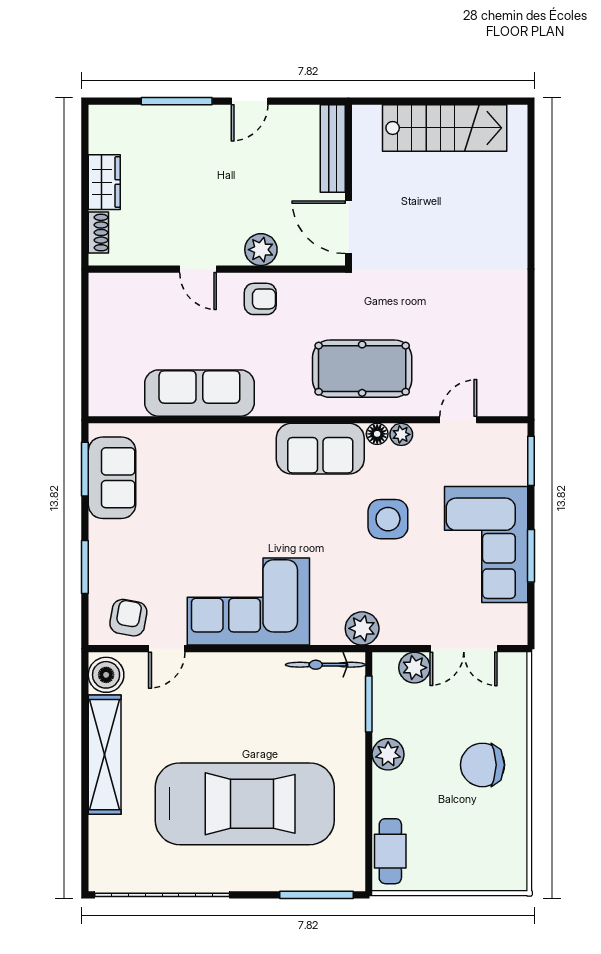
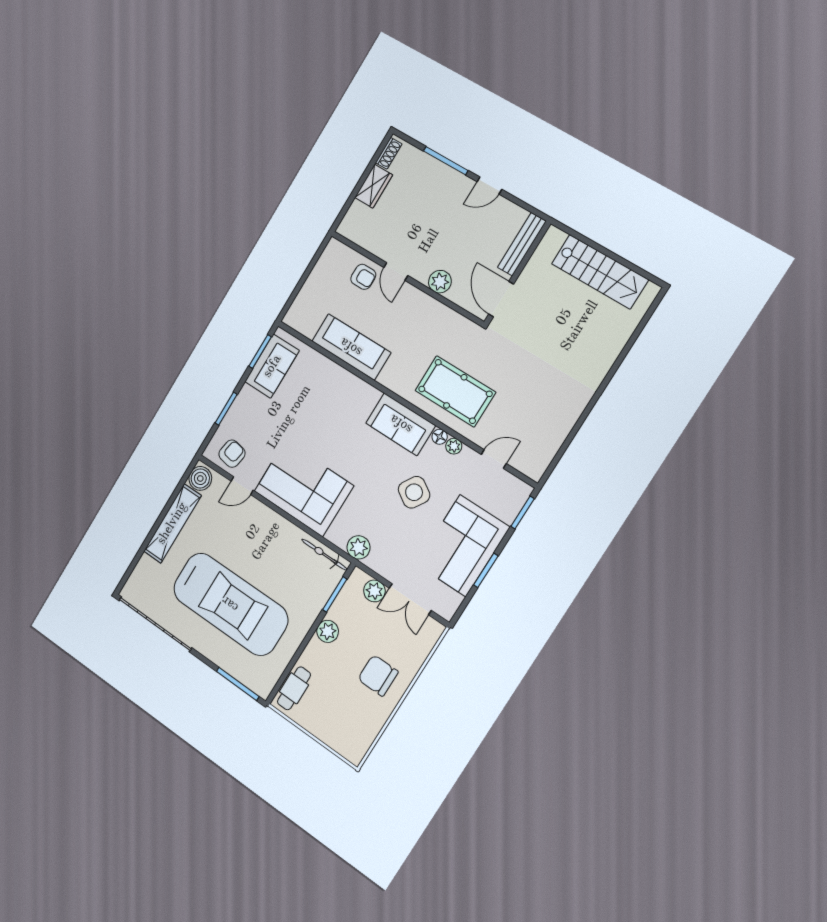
shoe rack: (98, 233) -> (389, 153), moved
armchair: (260, 299) -> (363, 277), moved
side table: (388, 519) -> (414, 492), turned 32

